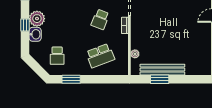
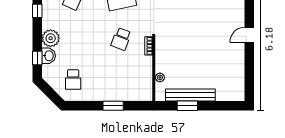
window: (25, 25) -> (37, 58), moved
school desk: (100, 56) -> (121, 79), removed
window: (71, 79) -> (113, 106), moved

